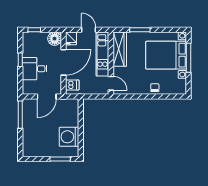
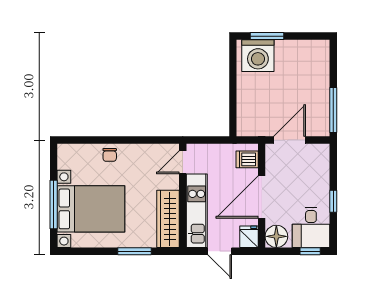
desk: (35, 69) -> (311, 227), moved, turned 90
door: (111, 83) -> (183, 162), hinge flipped
washing machine: (69, 137) -> (258, 56), moved, turned 90

